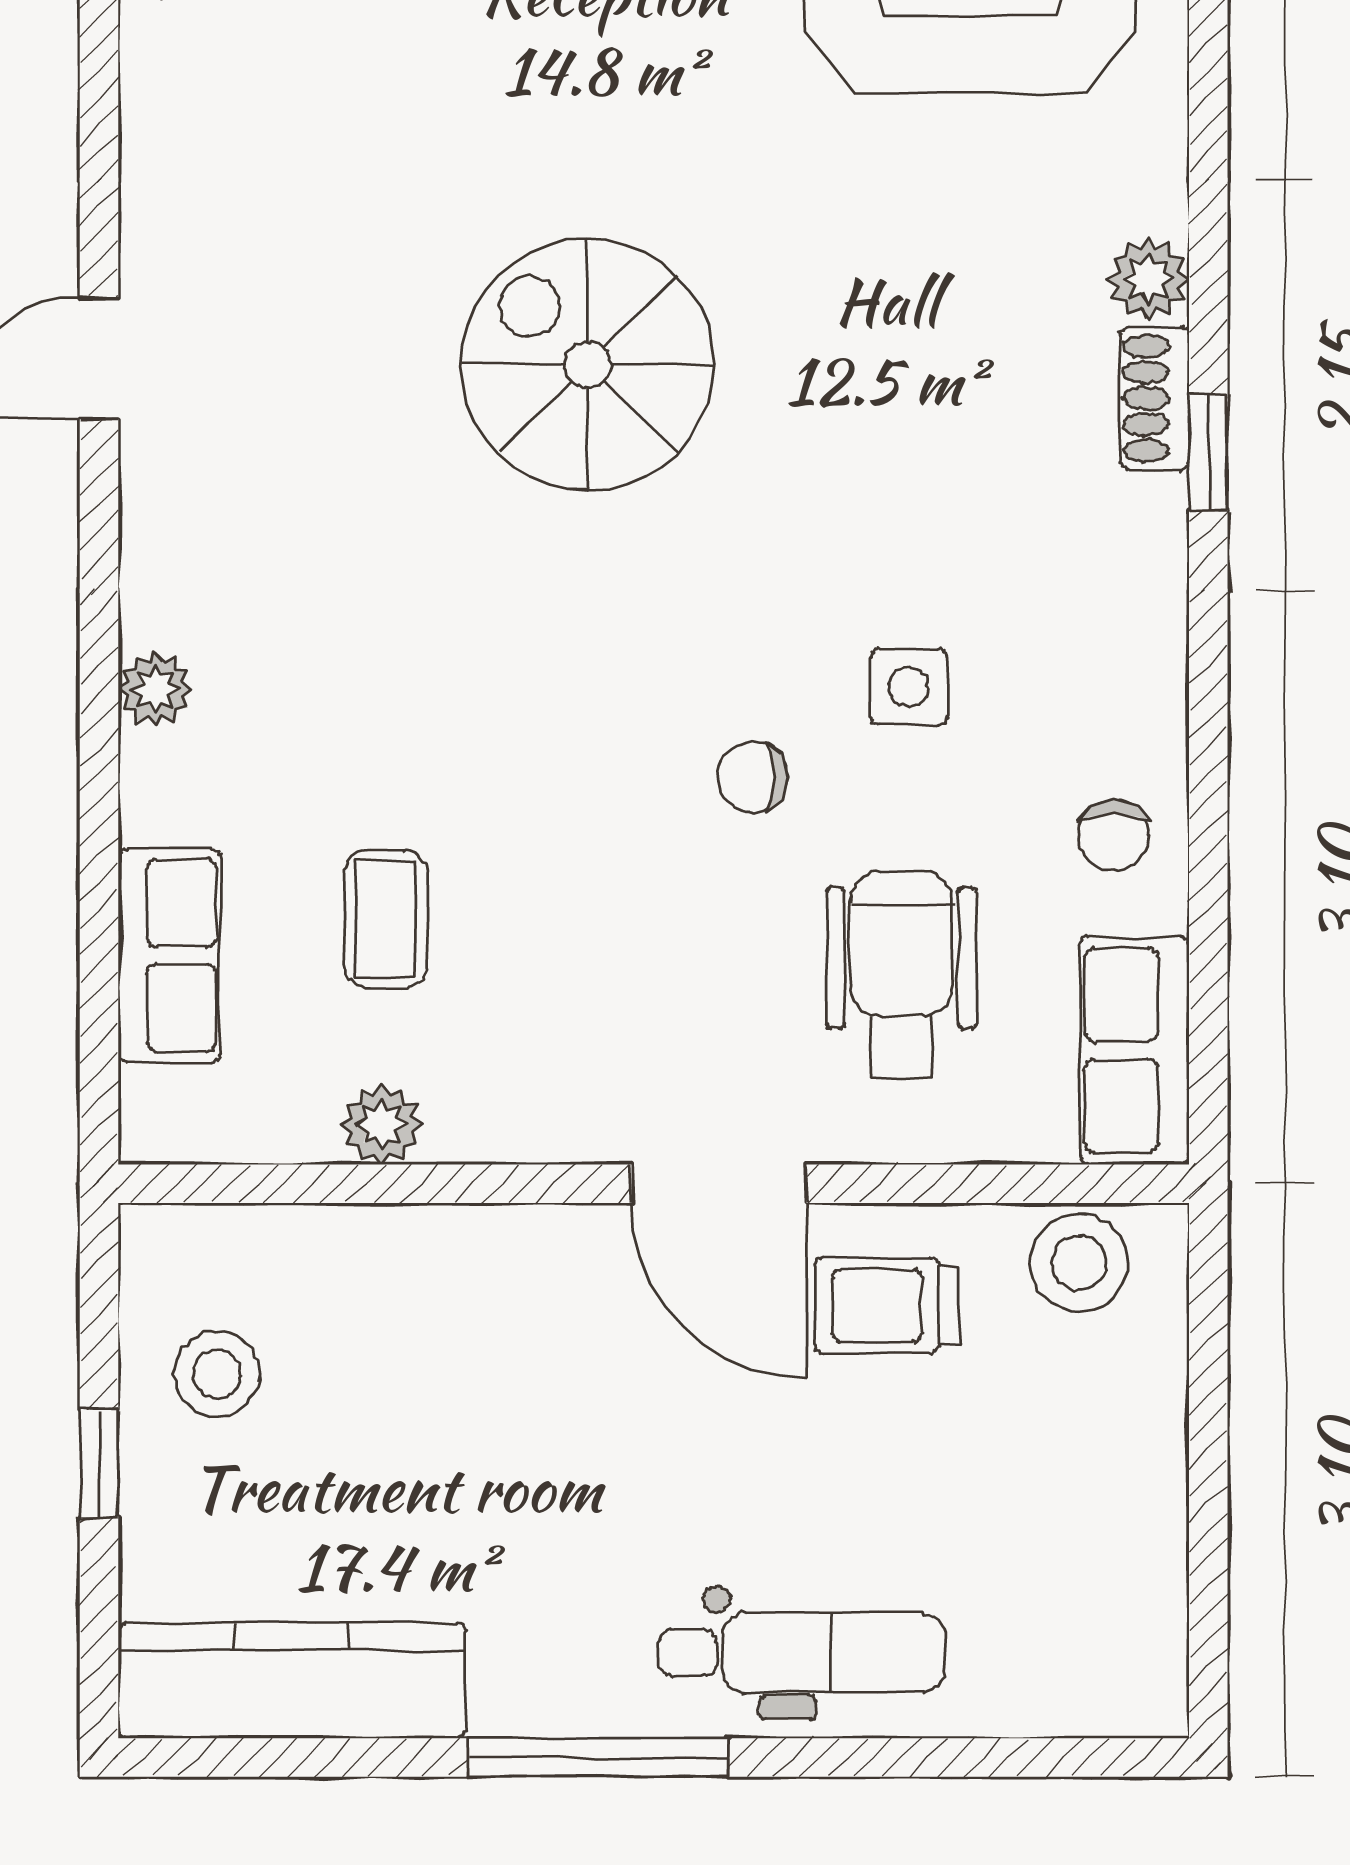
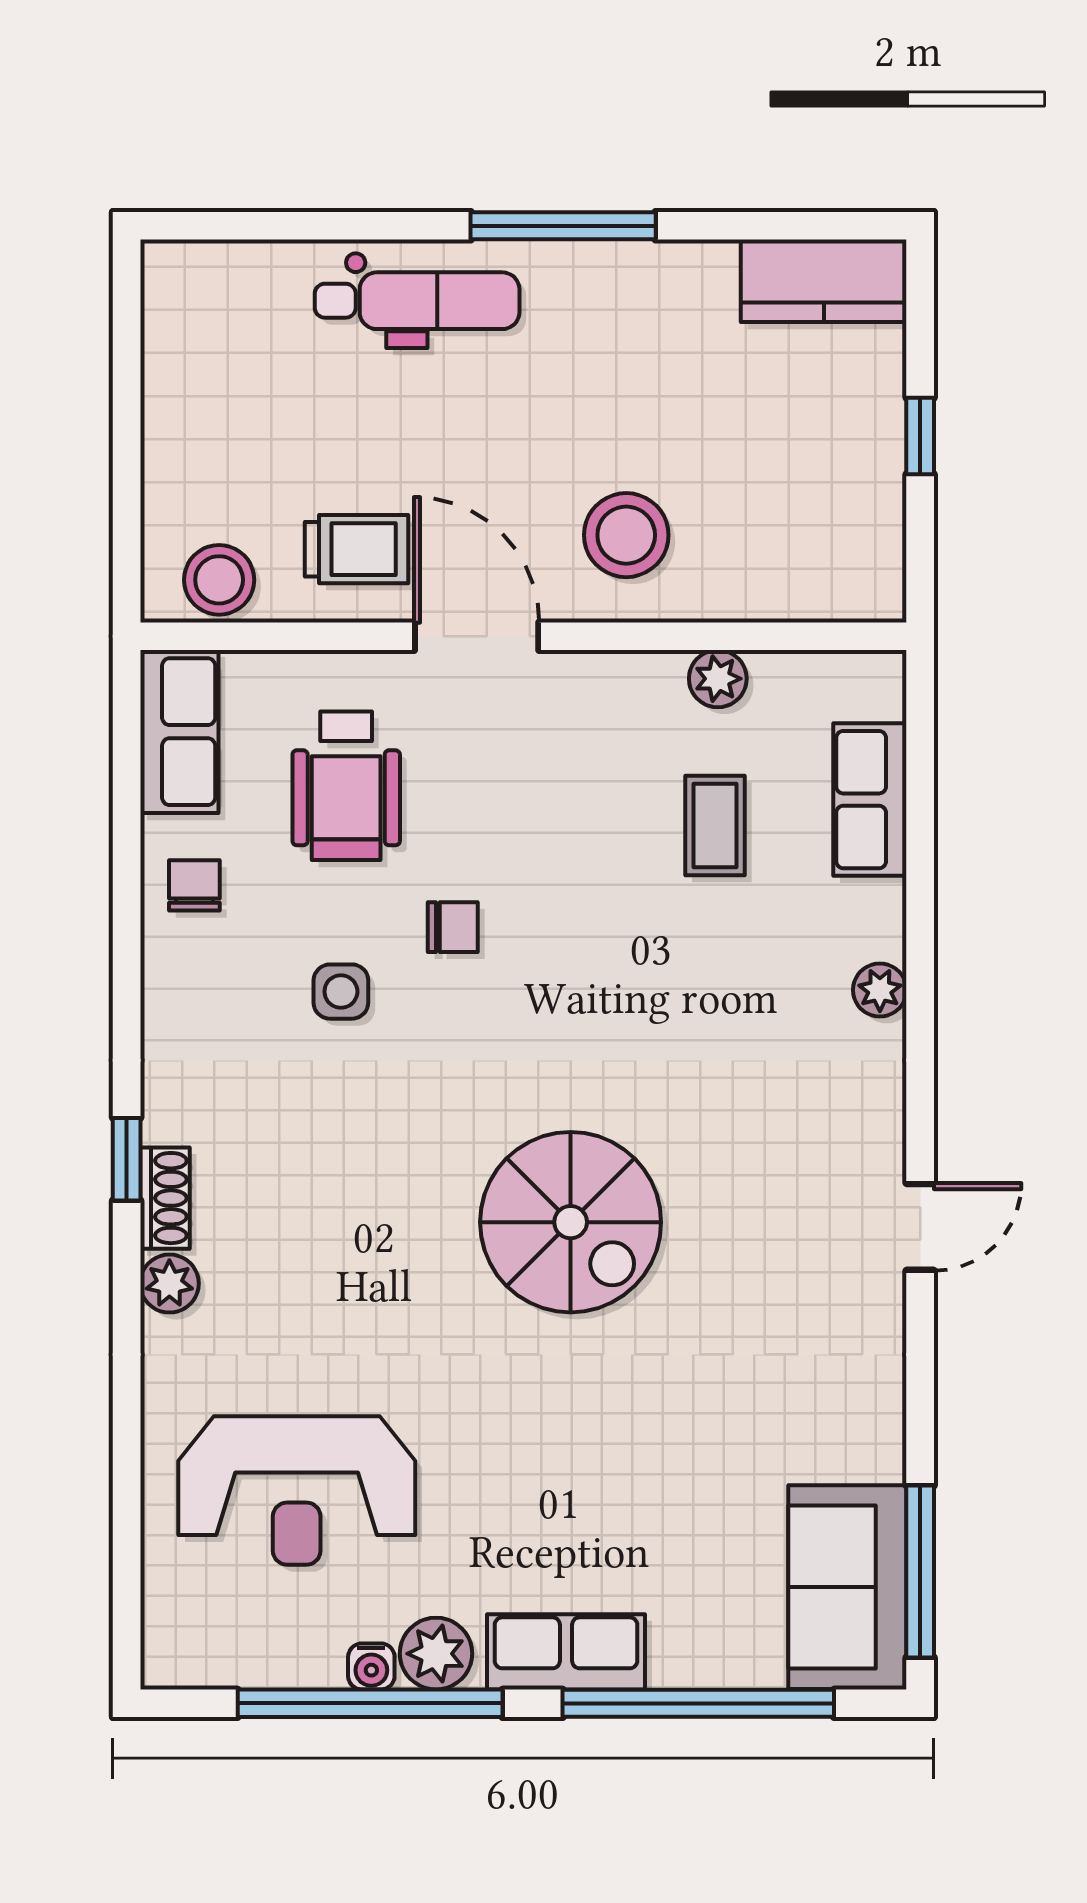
stool: (217, 1374) -> (626, 535), moved, width x1.38, depth x1.38
dental chair: (802, 1653) -> (417, 301), turned 180
kitchen counter: (292, 1681) -> (824, 281), width x0.67

